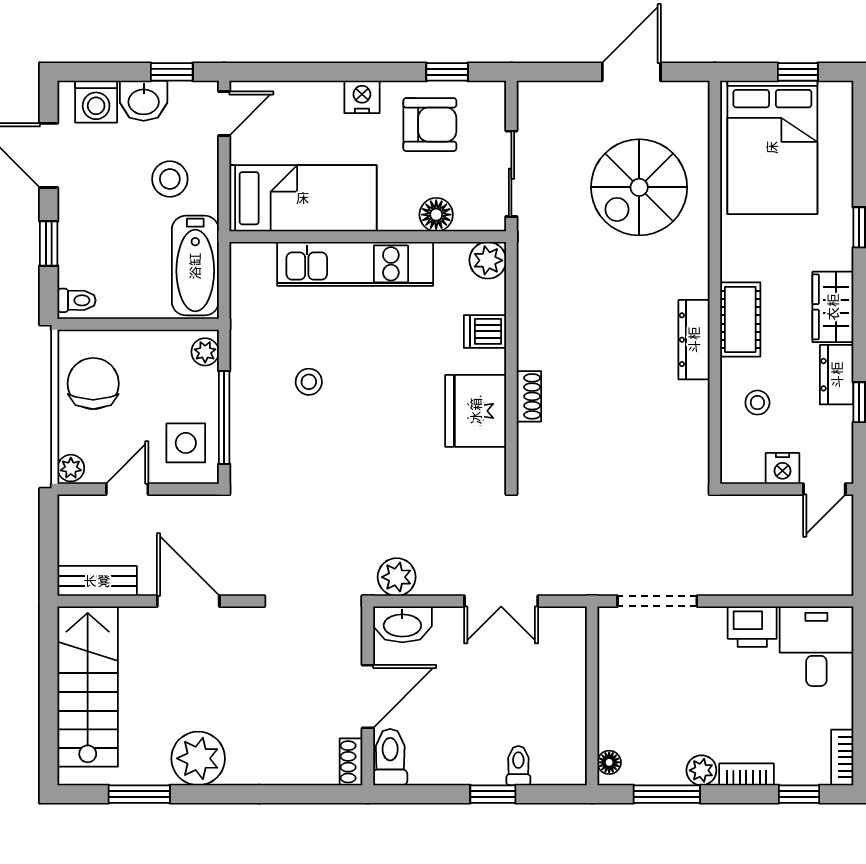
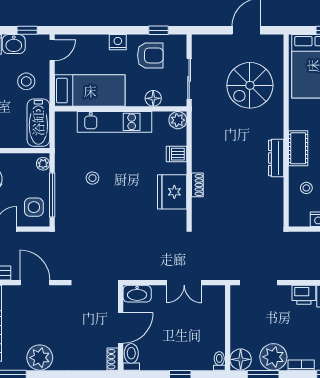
plant: (397, 577) -> (134, 271), removed
floor lamp: (609, 762) -> (241, 359), width x1.89, depth x1.89
toilet: (518, 766) -> (219, 361), moved
plant: (701, 770) -> (273, 357), width x1.87, depth x1.87

